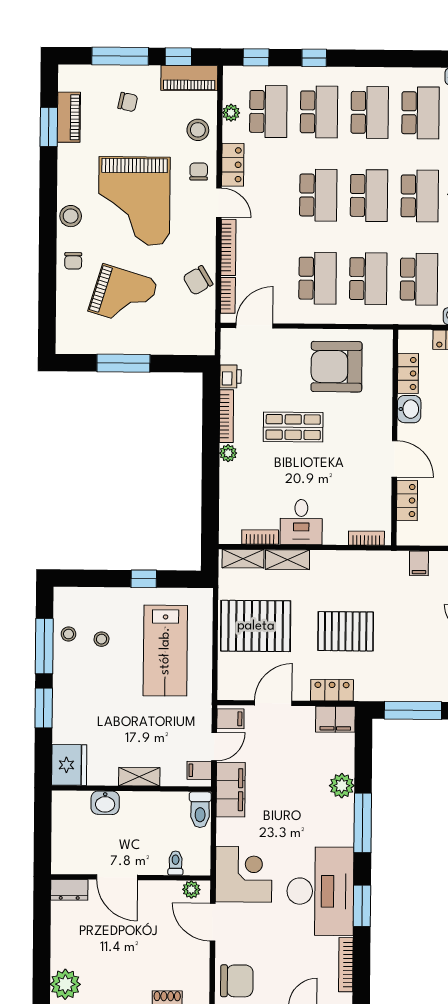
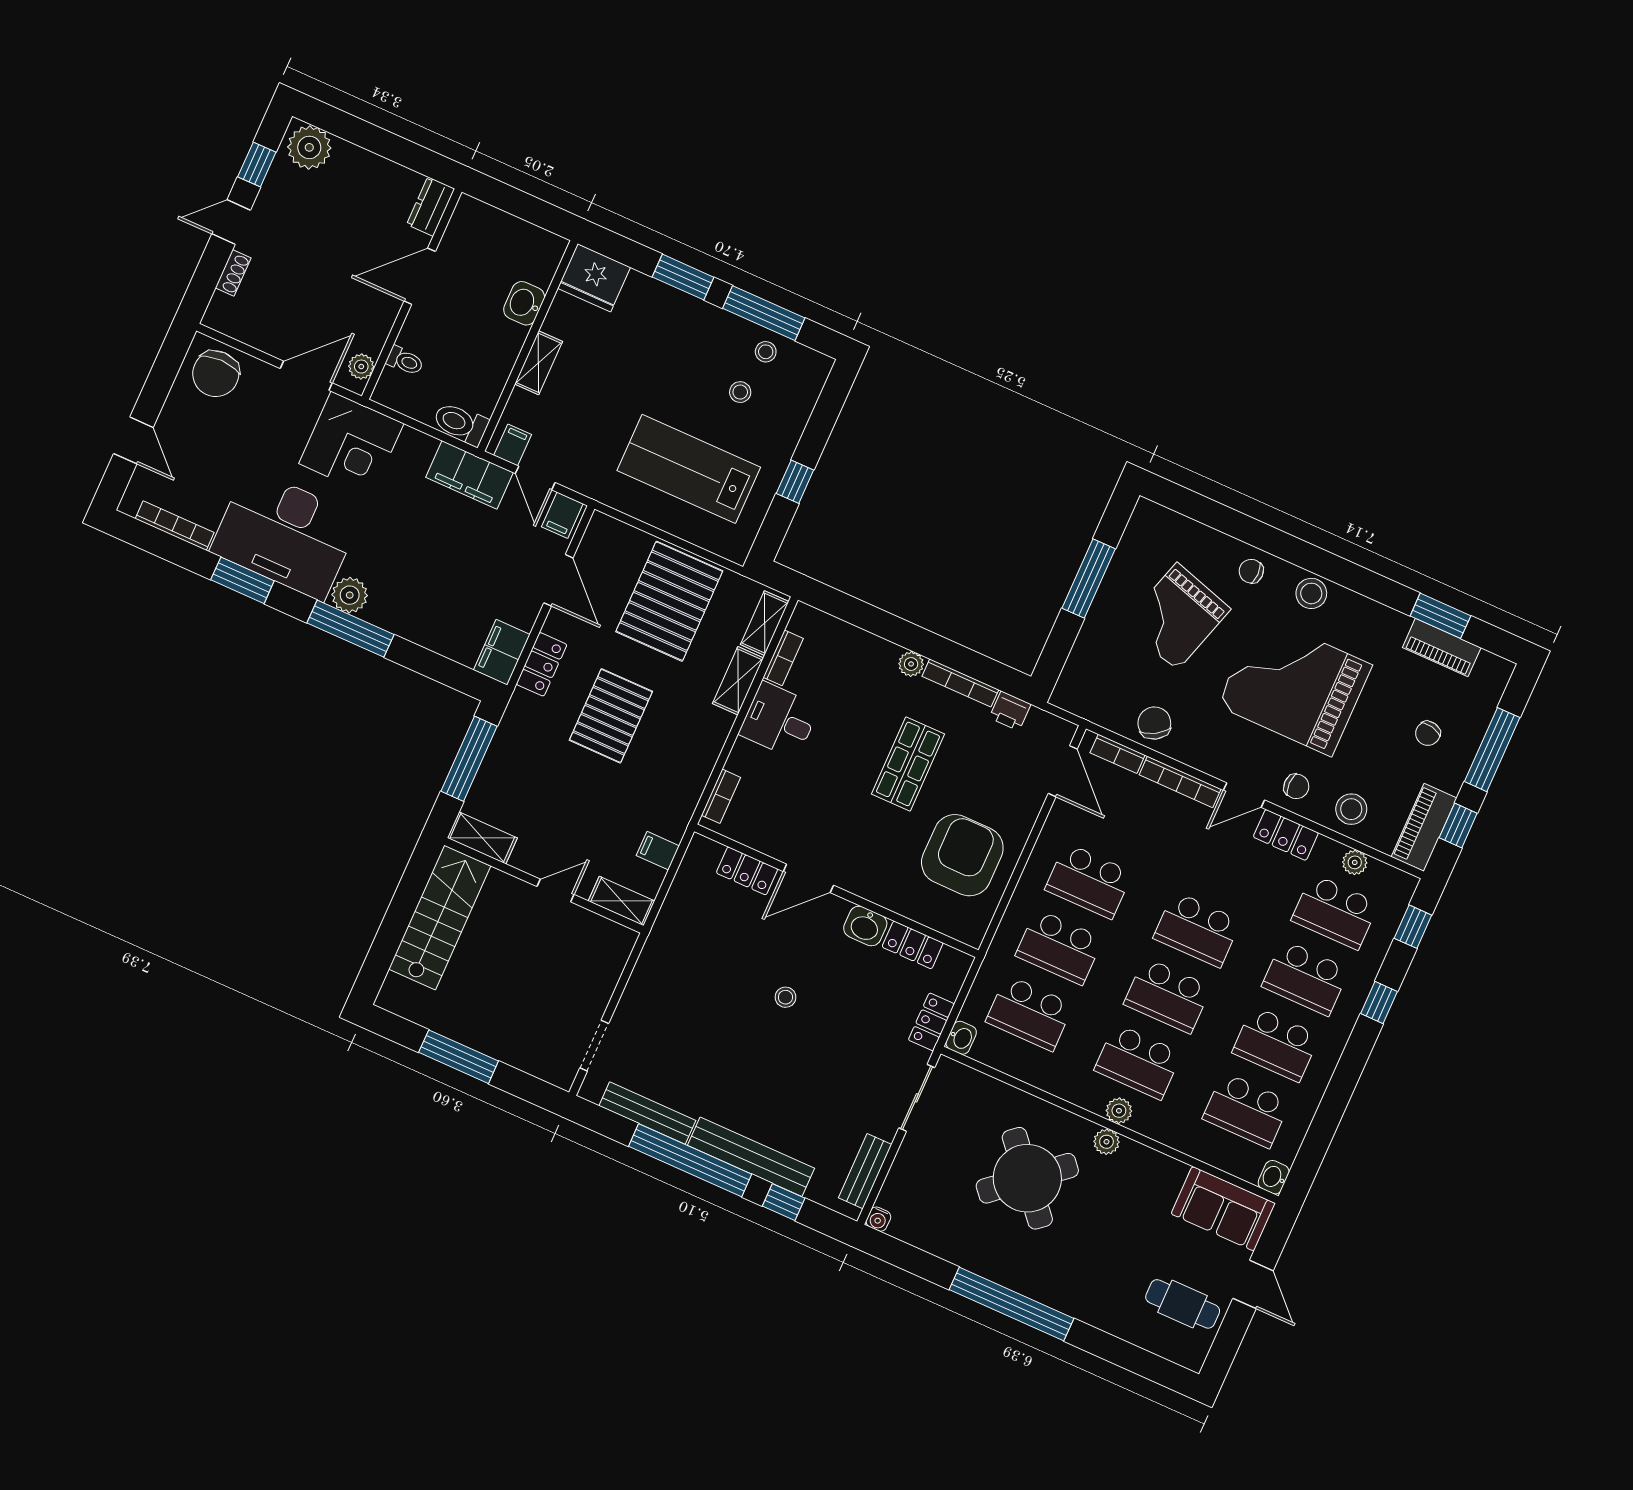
plant: (342, 786) -> (350, 595), moved

